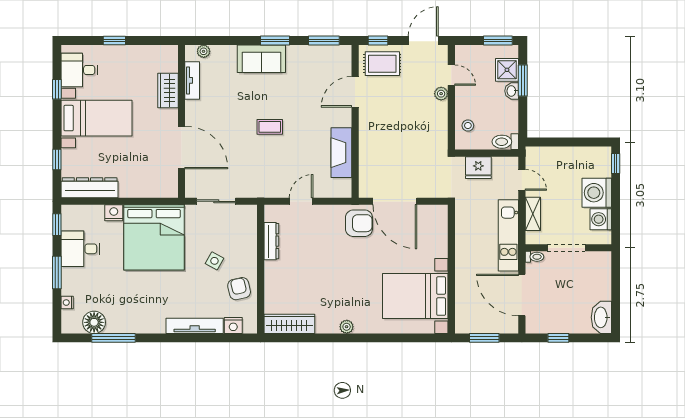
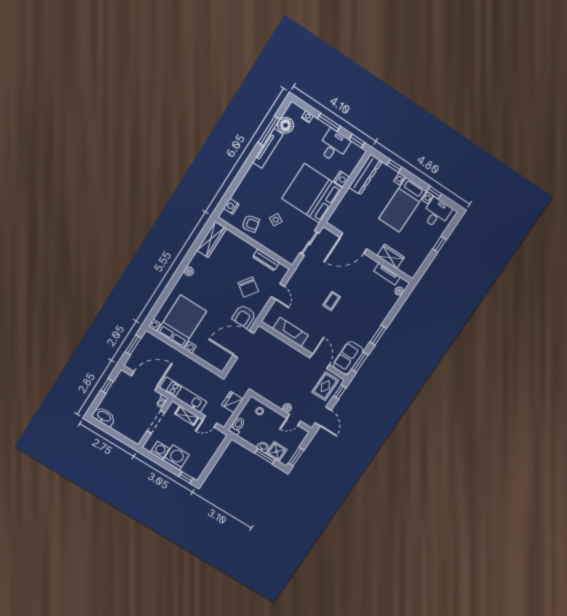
sofa: (261, 59) -> (348, 358), moved
chair: (319, 241) -> (248, 287), added
tv unit: (195, 326) -> (268, 148), moved

